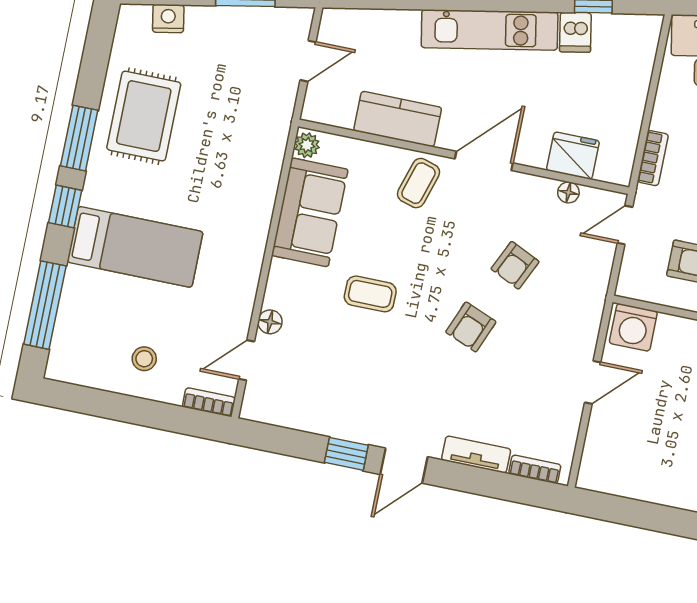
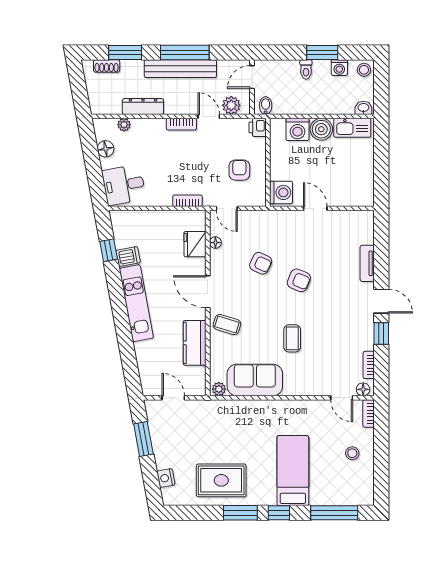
floor lamp: (270, 322) -> (363, 389), moved
bookcase: (535, 469) -> (369, 365), moved

